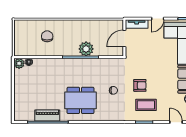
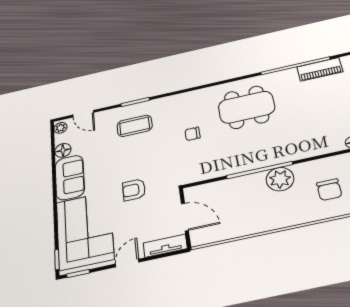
door: (124, 38) -> (185, 217), hinge flipped
plant: (86, 49) -> (280, 179), moved
armchair: (140, 85) -> (134, 190), moved
piano: (47, 115) -> (320, 69), moved

